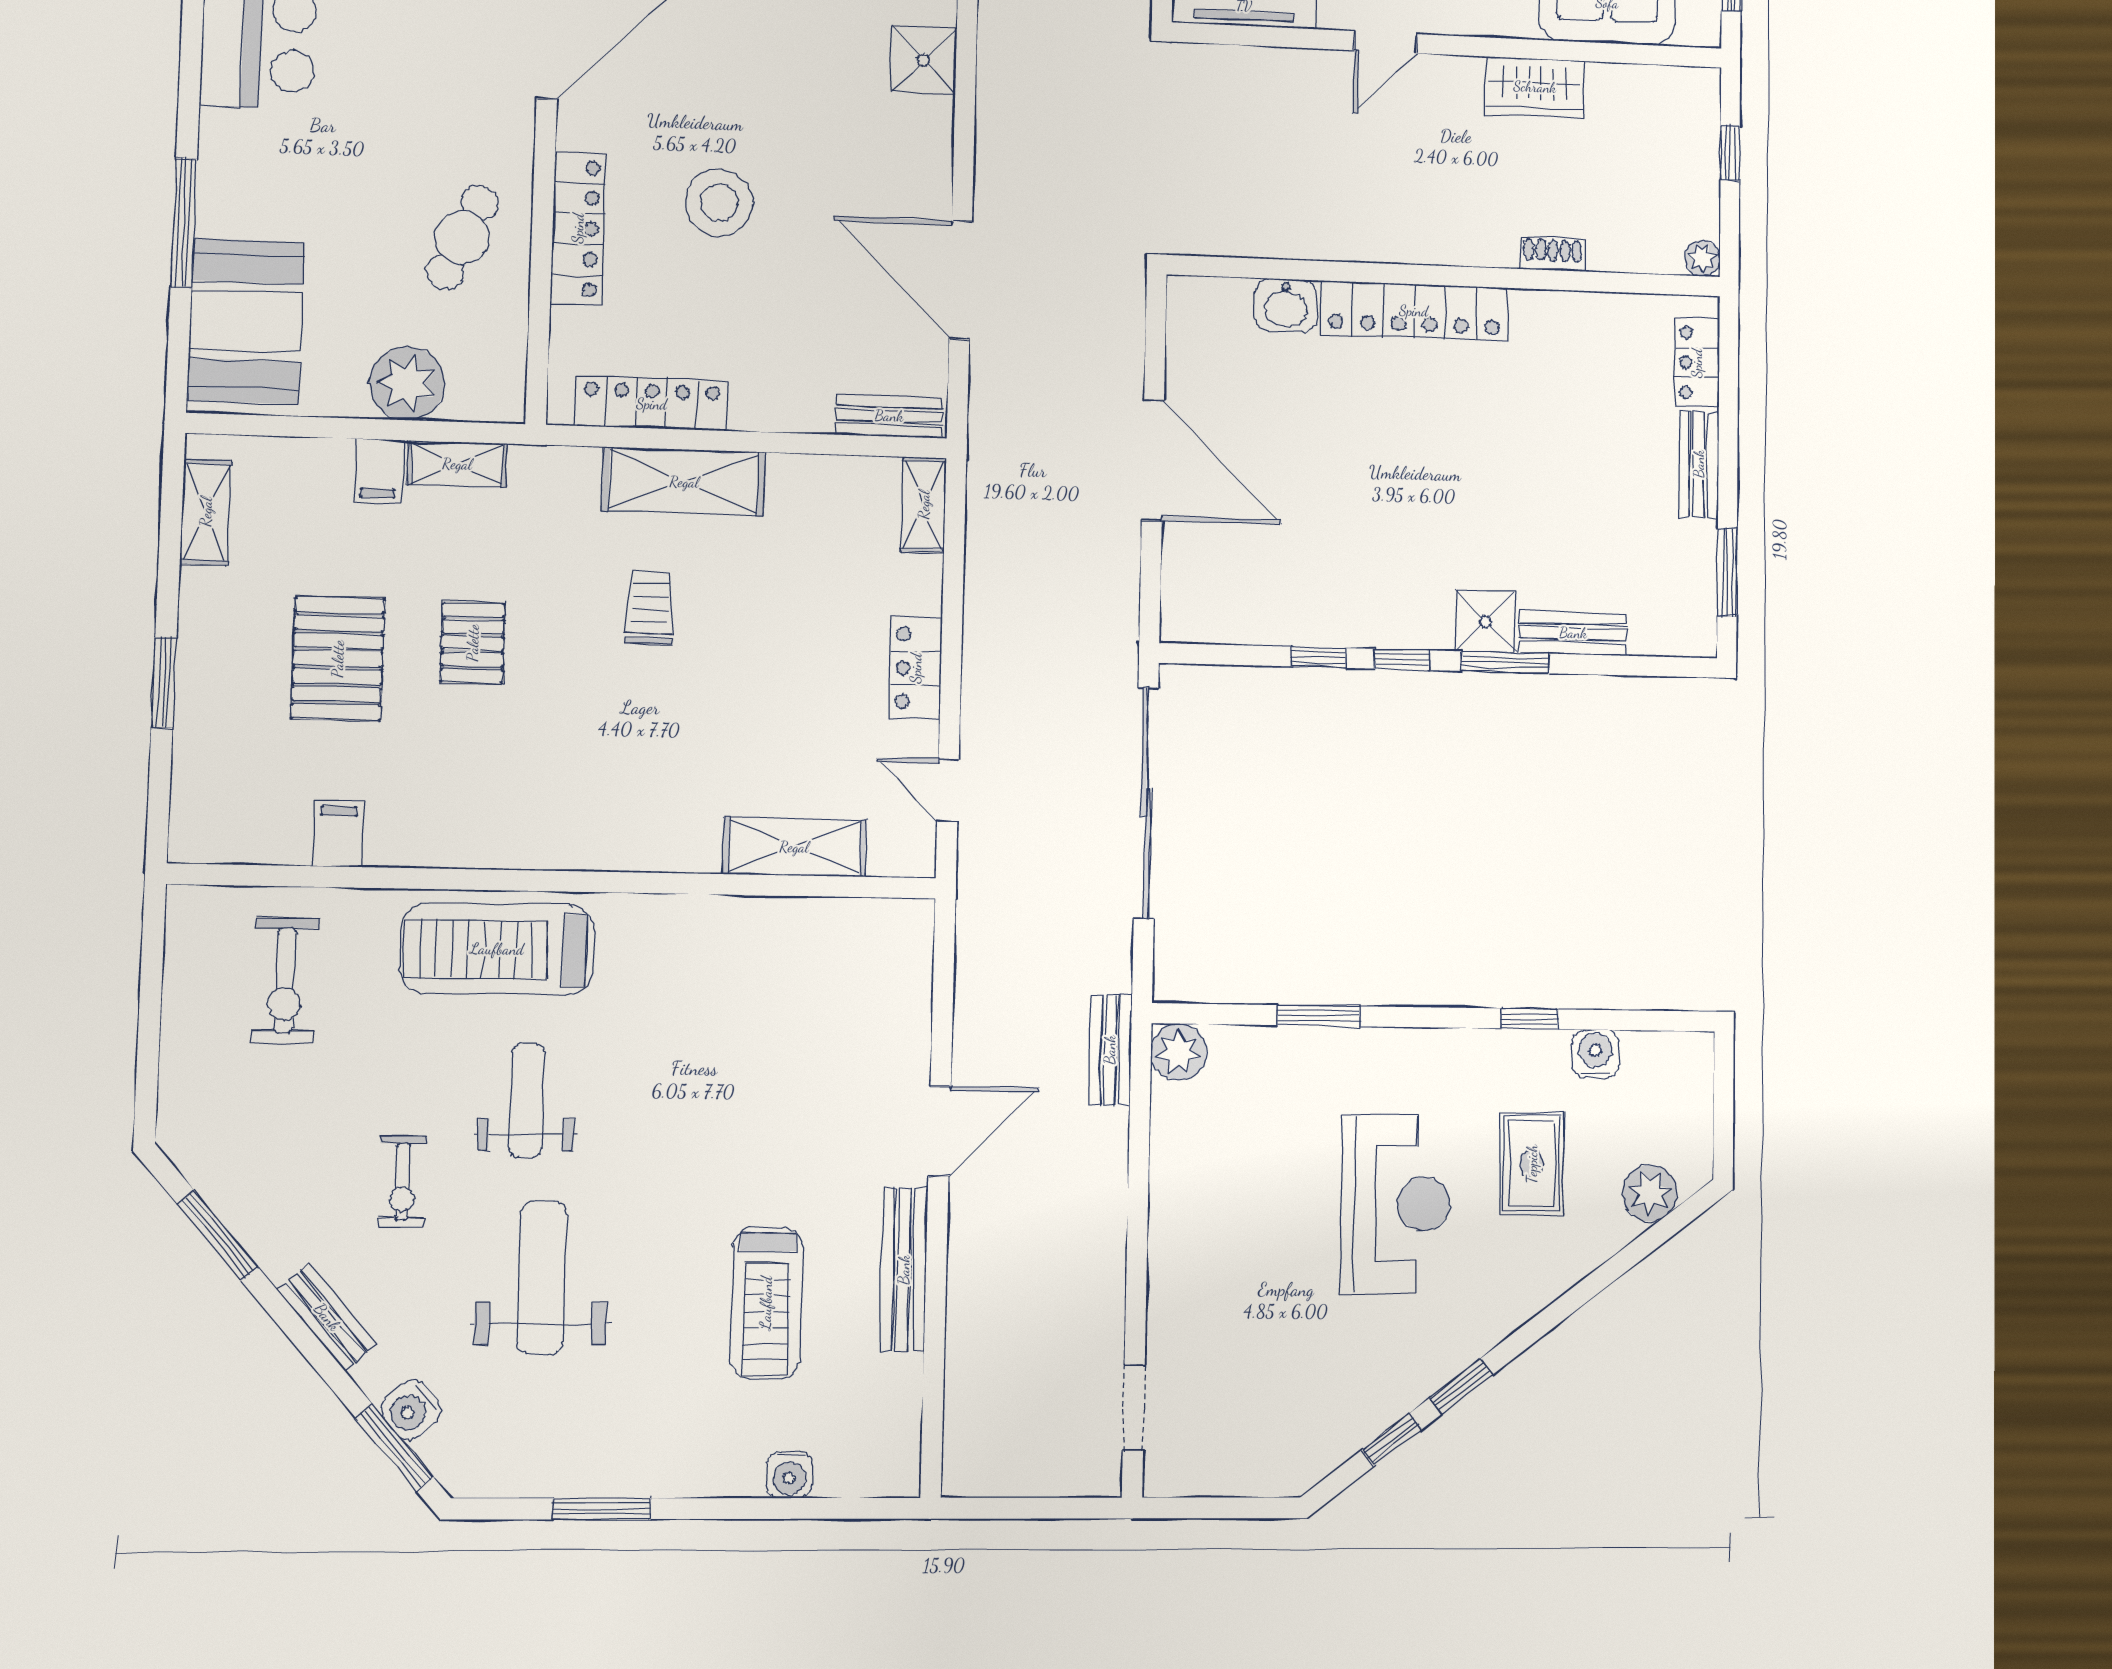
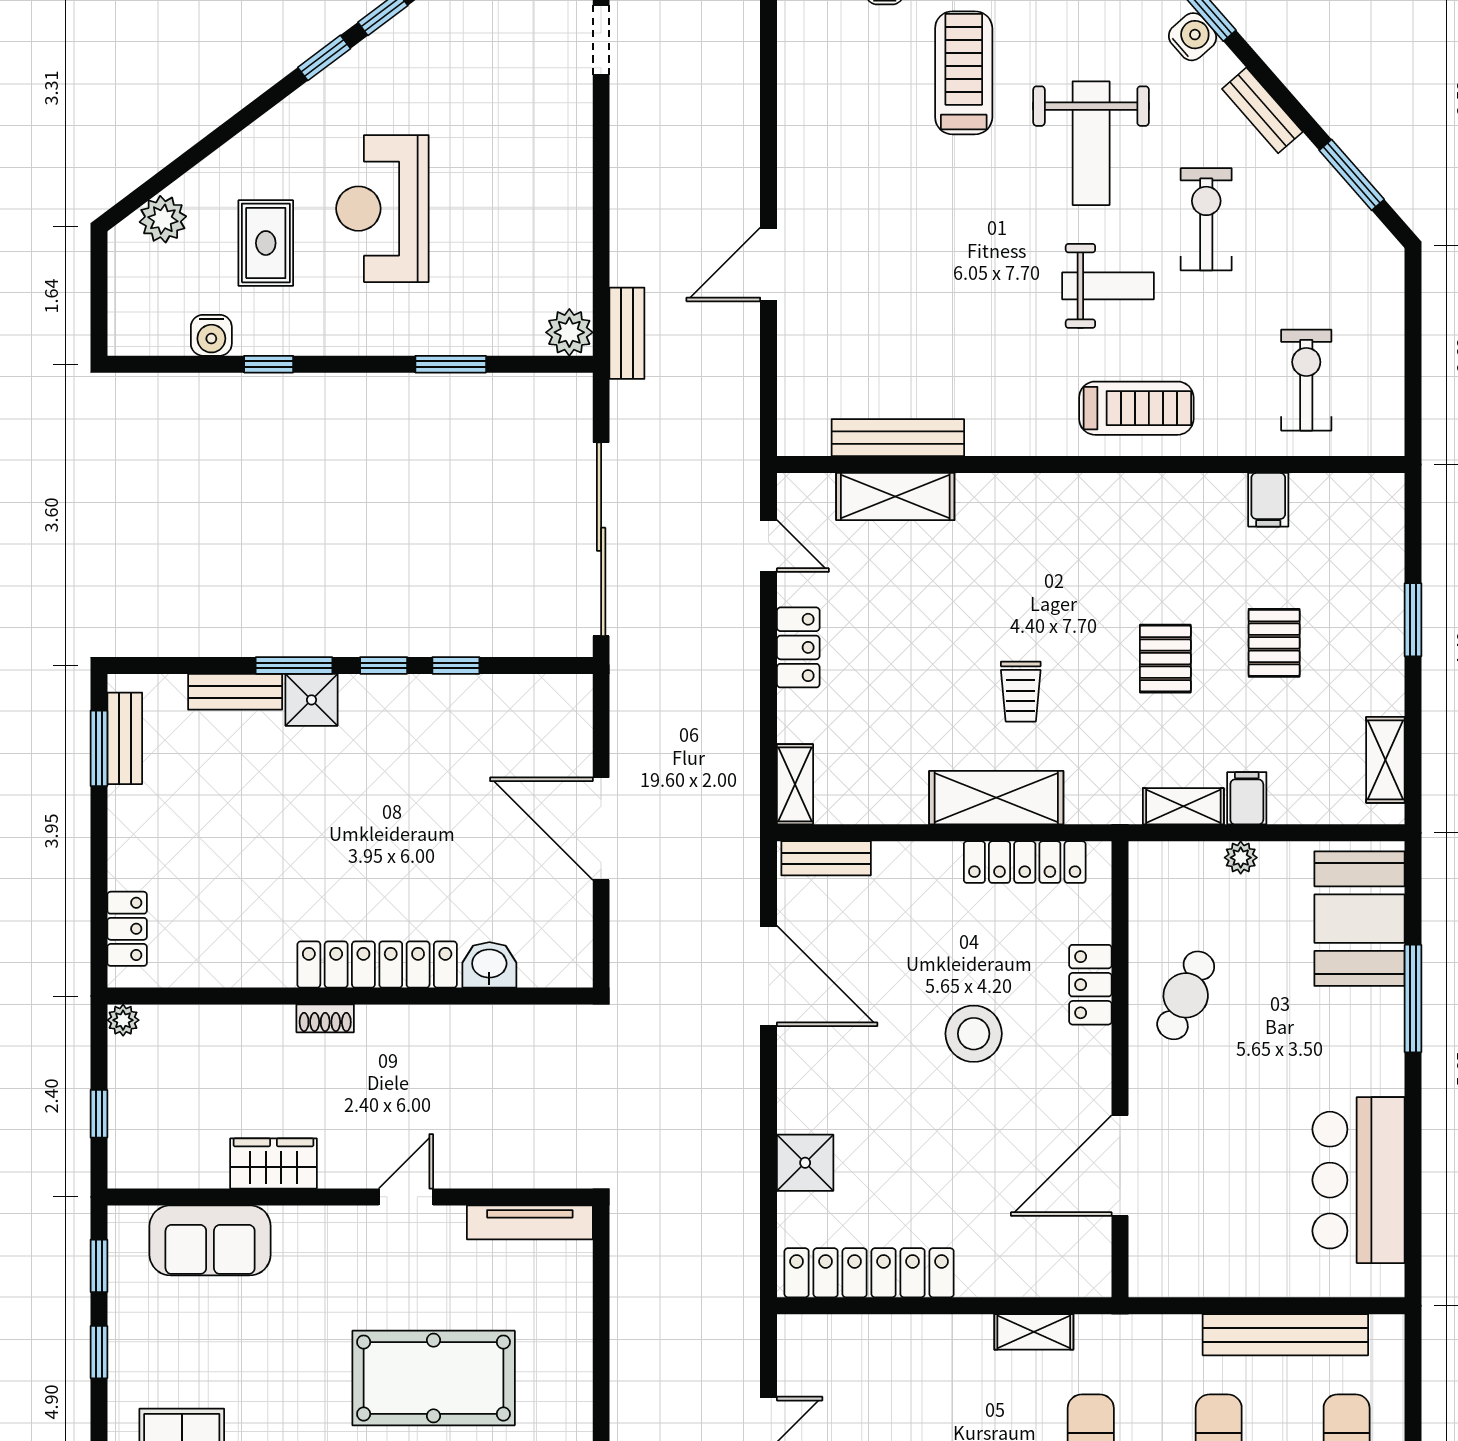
locker: (578, 228) -> (1090, 985), width x0.66
shoe rack: (1553, 254) -> (325, 1018), moved
plant: (407, 383) -> (1241, 858), width x0.53, depth x0.53
bench: (1699, 464) -> (125, 738), moved
pallet: (338, 659) -> (1274, 643), width x0.67, depth x0.71
treadmill: (497, 949) -> (1136, 408), width x0.73, depth x0.73
weight bench: (527, 1100) -> (1108, 286), turned -90
exercise bike: (402, 1182) -> (1206, 219), width x1.38, depth x1.39
bench: (904, 1270) -> (898, 438), moved, turned 90
treadmill: (766, 1303) -> (964, 73), moved

